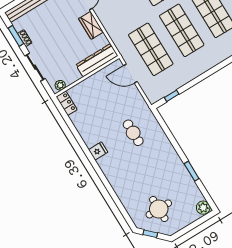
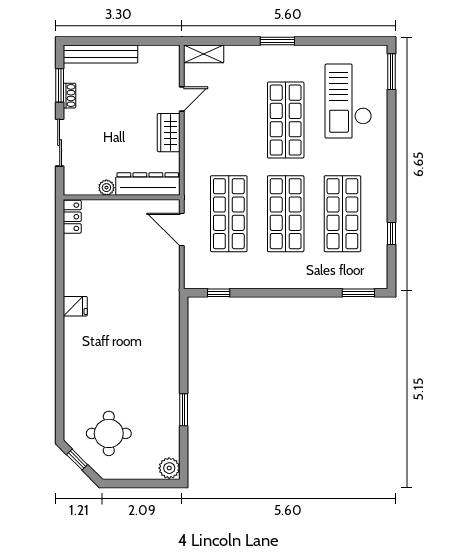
plant: (60, 85) -> (106, 188), moved
cafe table: (133, 133) -> (137, 311), removed

